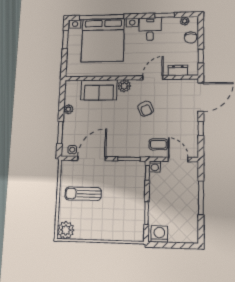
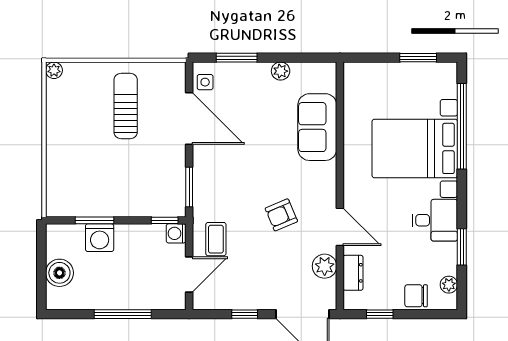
bed with nightstands: (103, 40) -> (415, 148), width x0.73
plant: (124, 86) -> (325, 266), moved
plant: (66, 230) -> (54, 70), width x0.53, depth x0.53
washing machine: (159, 234) -> (100, 238), moved, turned 90
boiler: (177, 235) -> (59, 273), added

